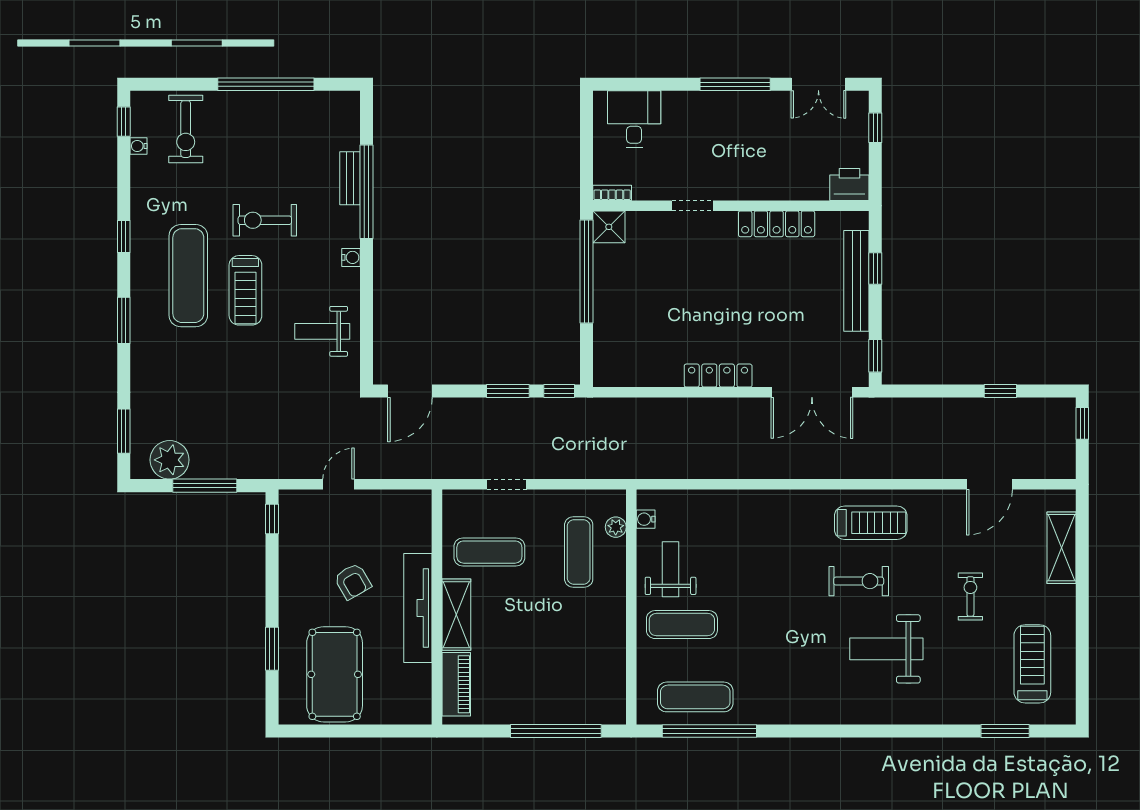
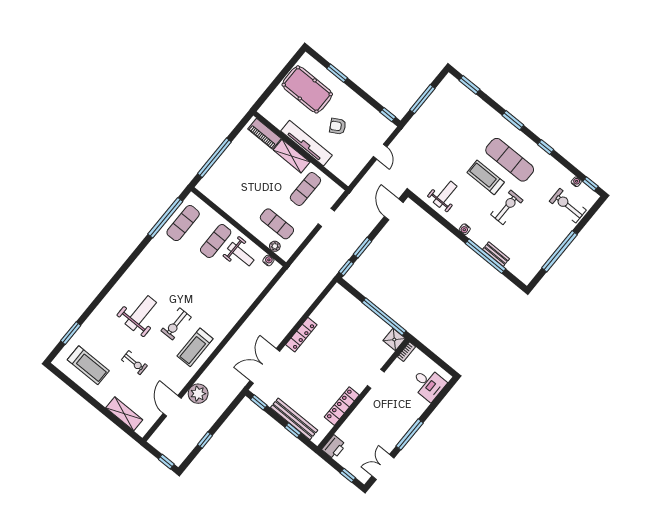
plant: (170, 460) -> (198, 394), moved

